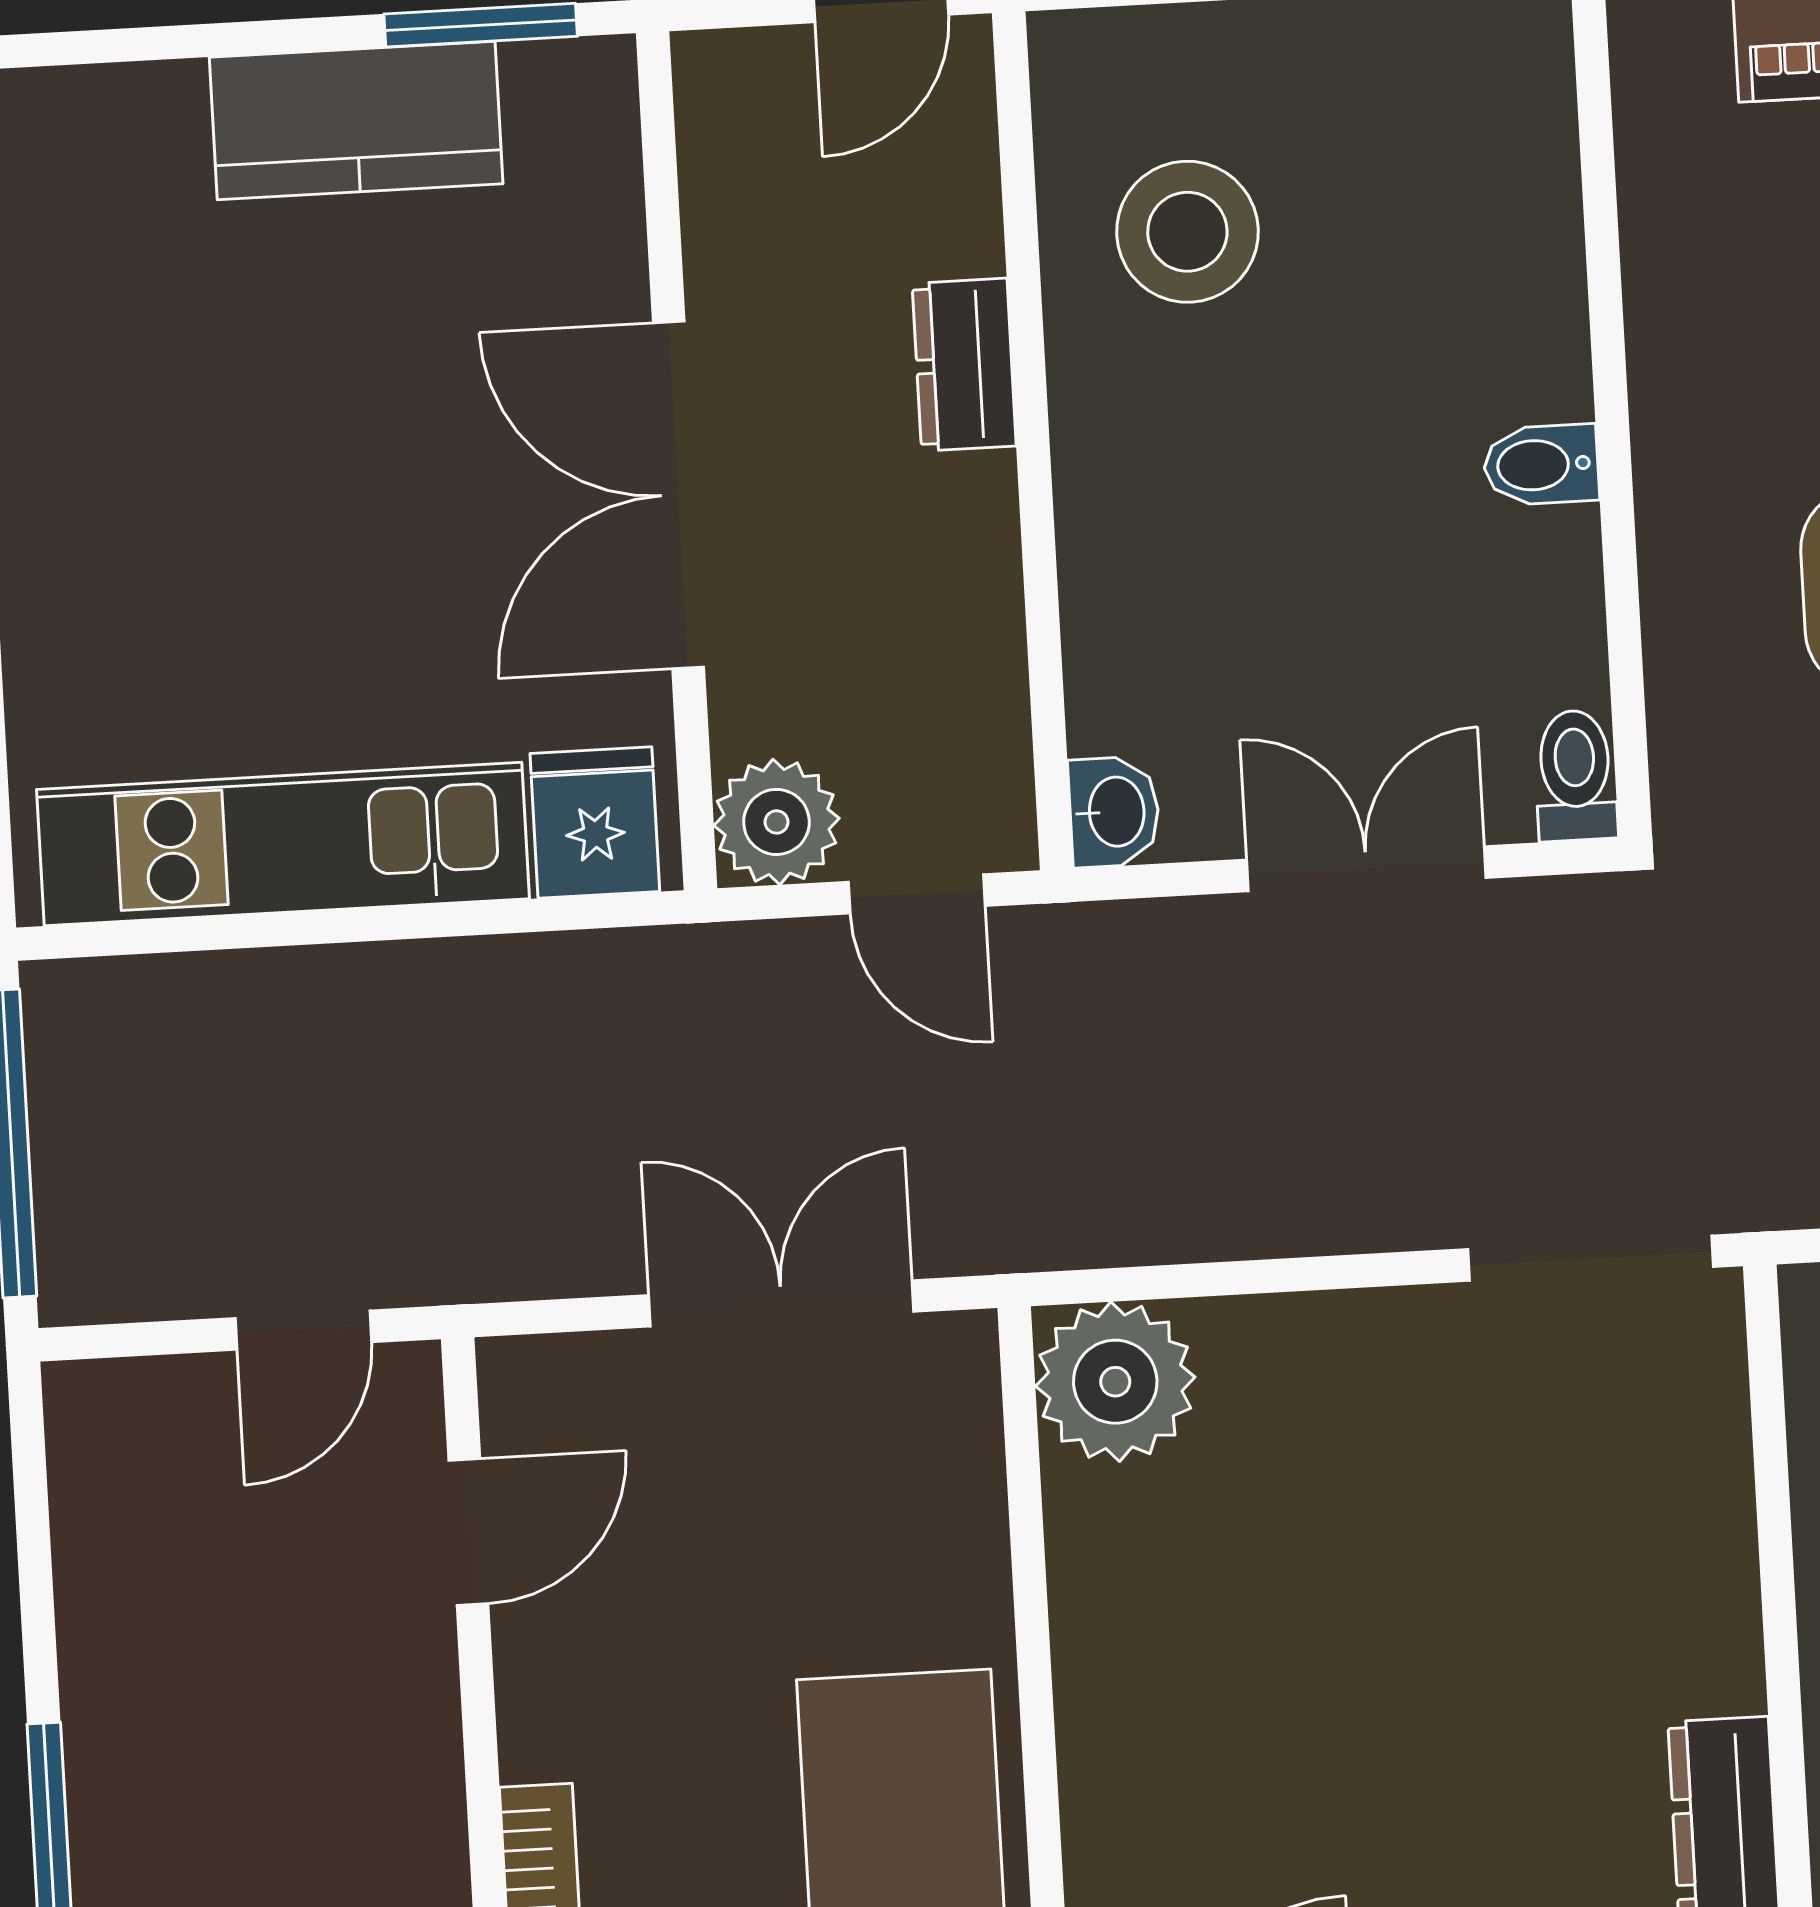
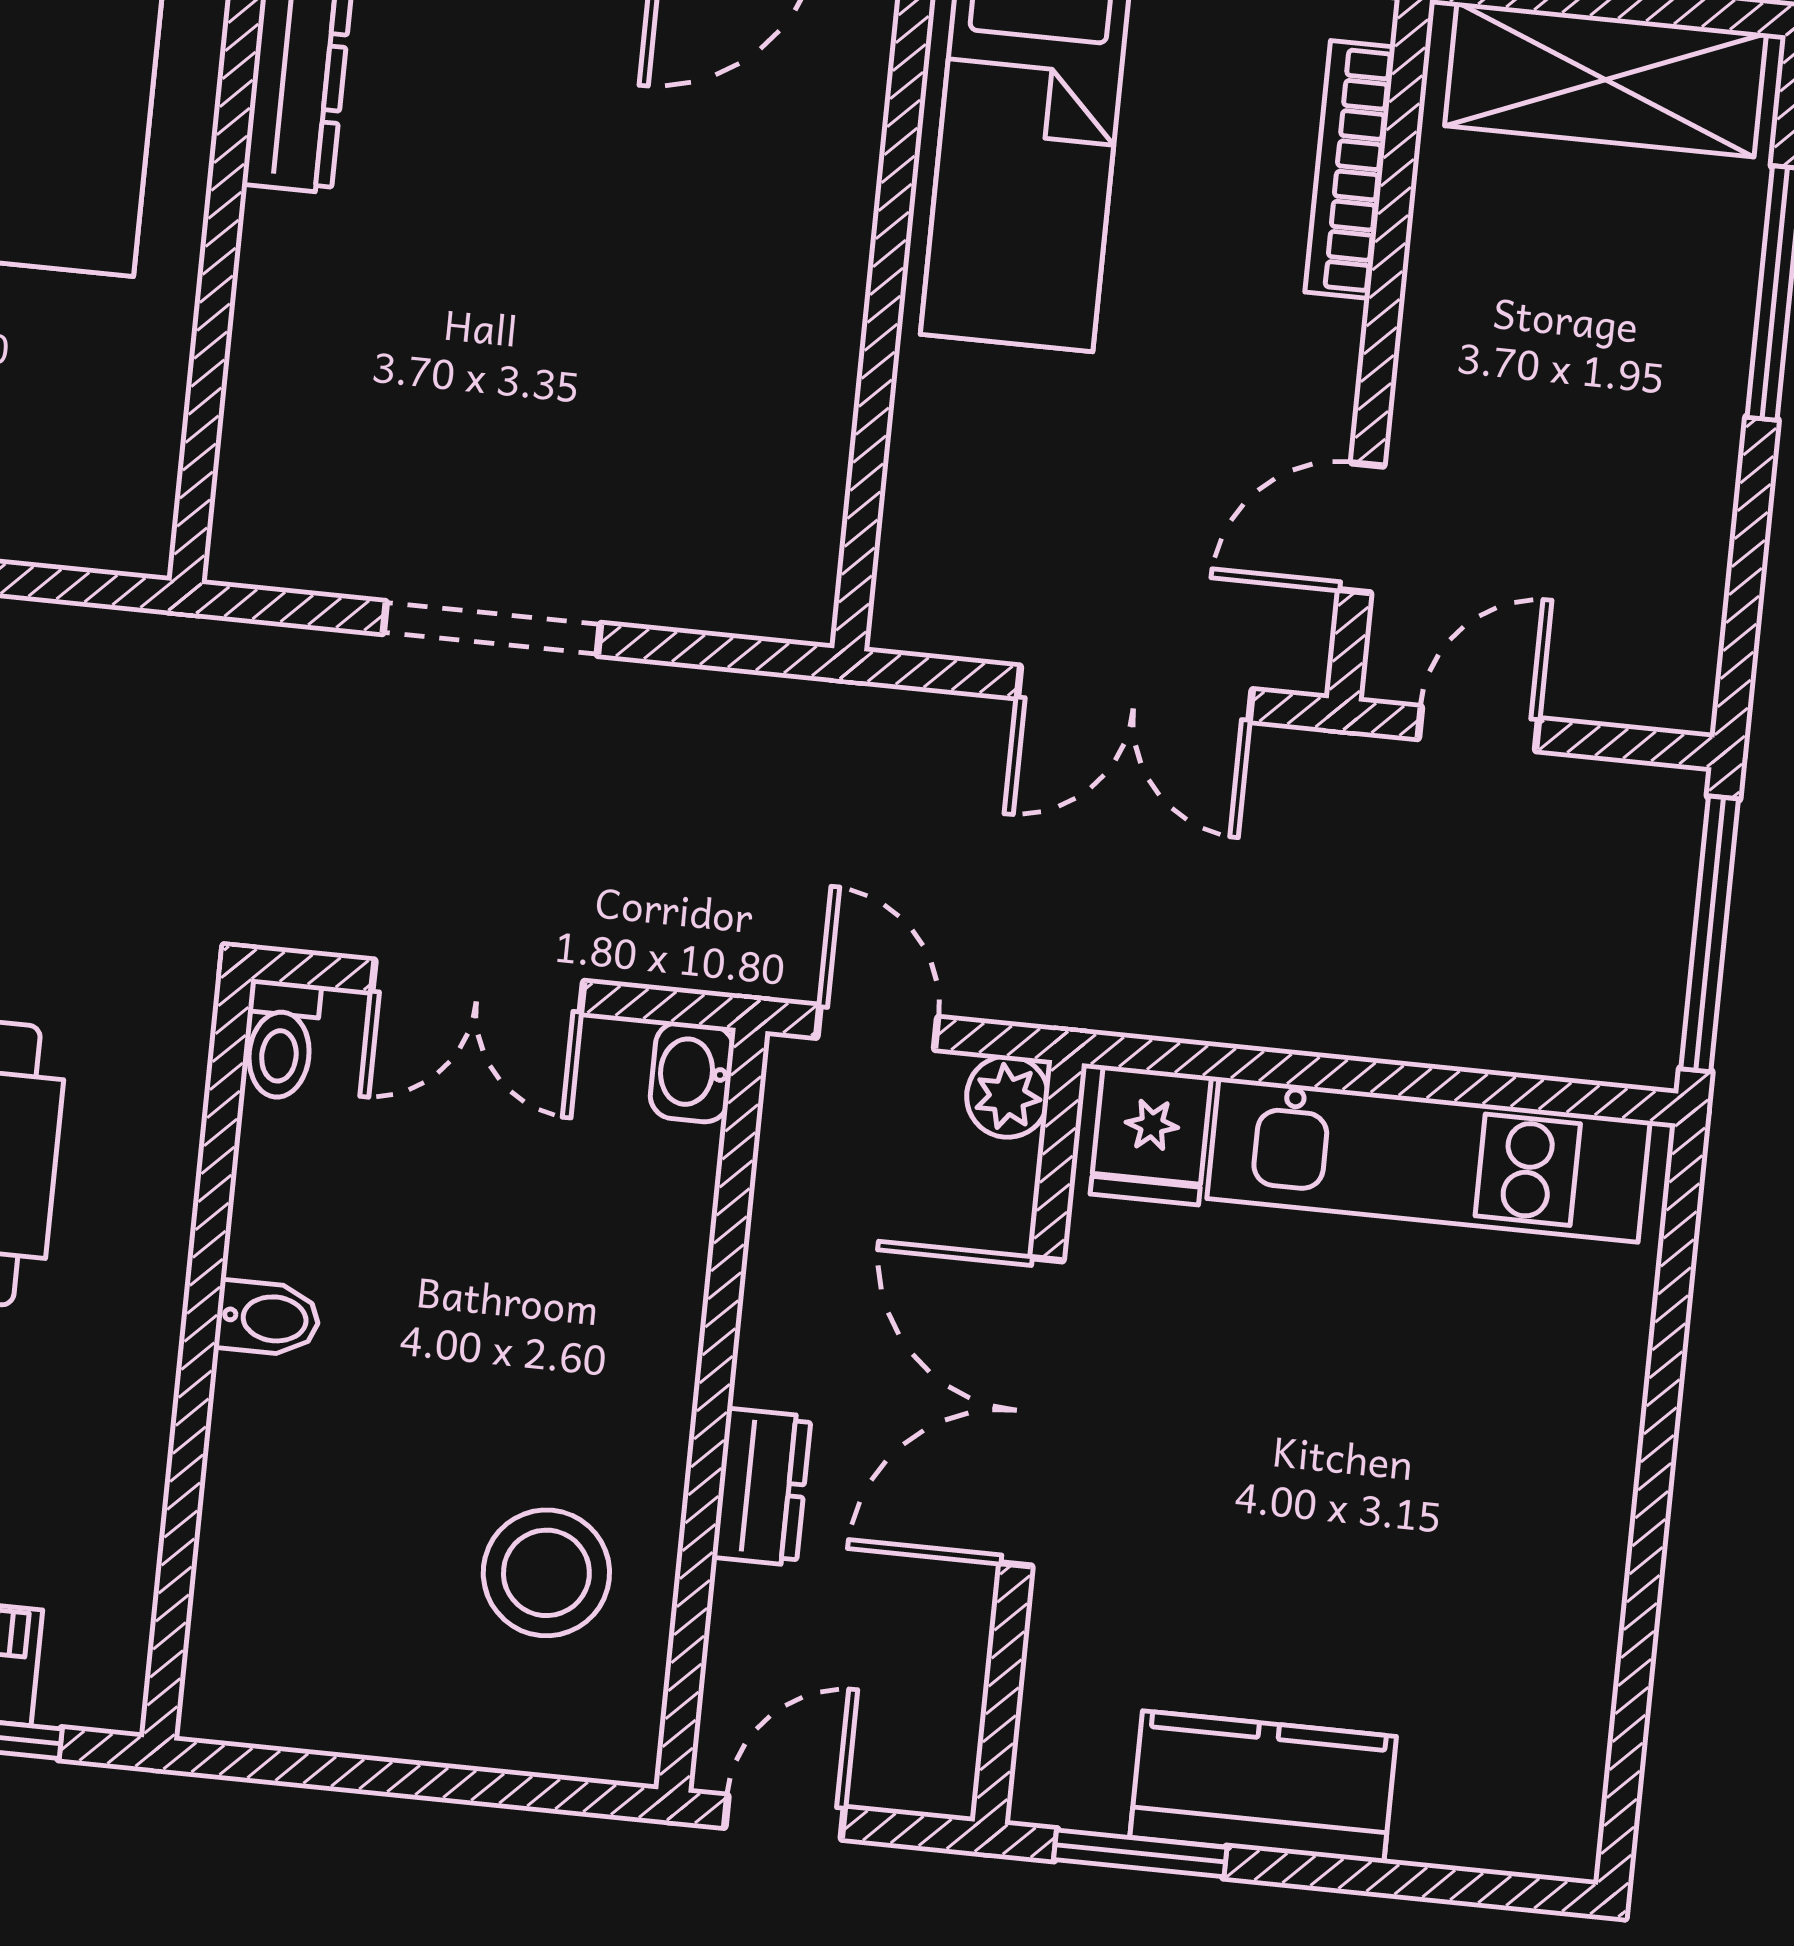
double door: (678, 495) -> (1032, 1412), swing flipped
plant: (776, 822) -> (1008, 1097), width x0.73, depth x0.73
doorway: (1591, 1258) -> (492, 628), moved
double door: (781, 1303) -> (1135, 694), moved
plant: (1115, 1382) -> (770, 570), removed

